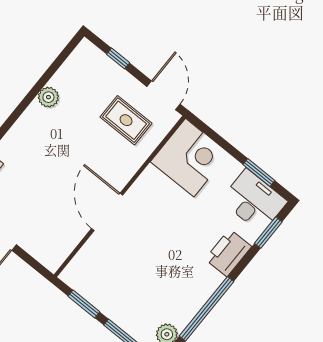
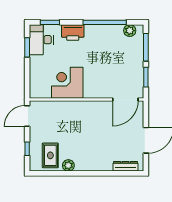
rug: (126, 120) -> (50, 155), moved
corner desk: (190, 158) -> (67, 83), moved
door: (107, 212) -> (125, 100), moved

